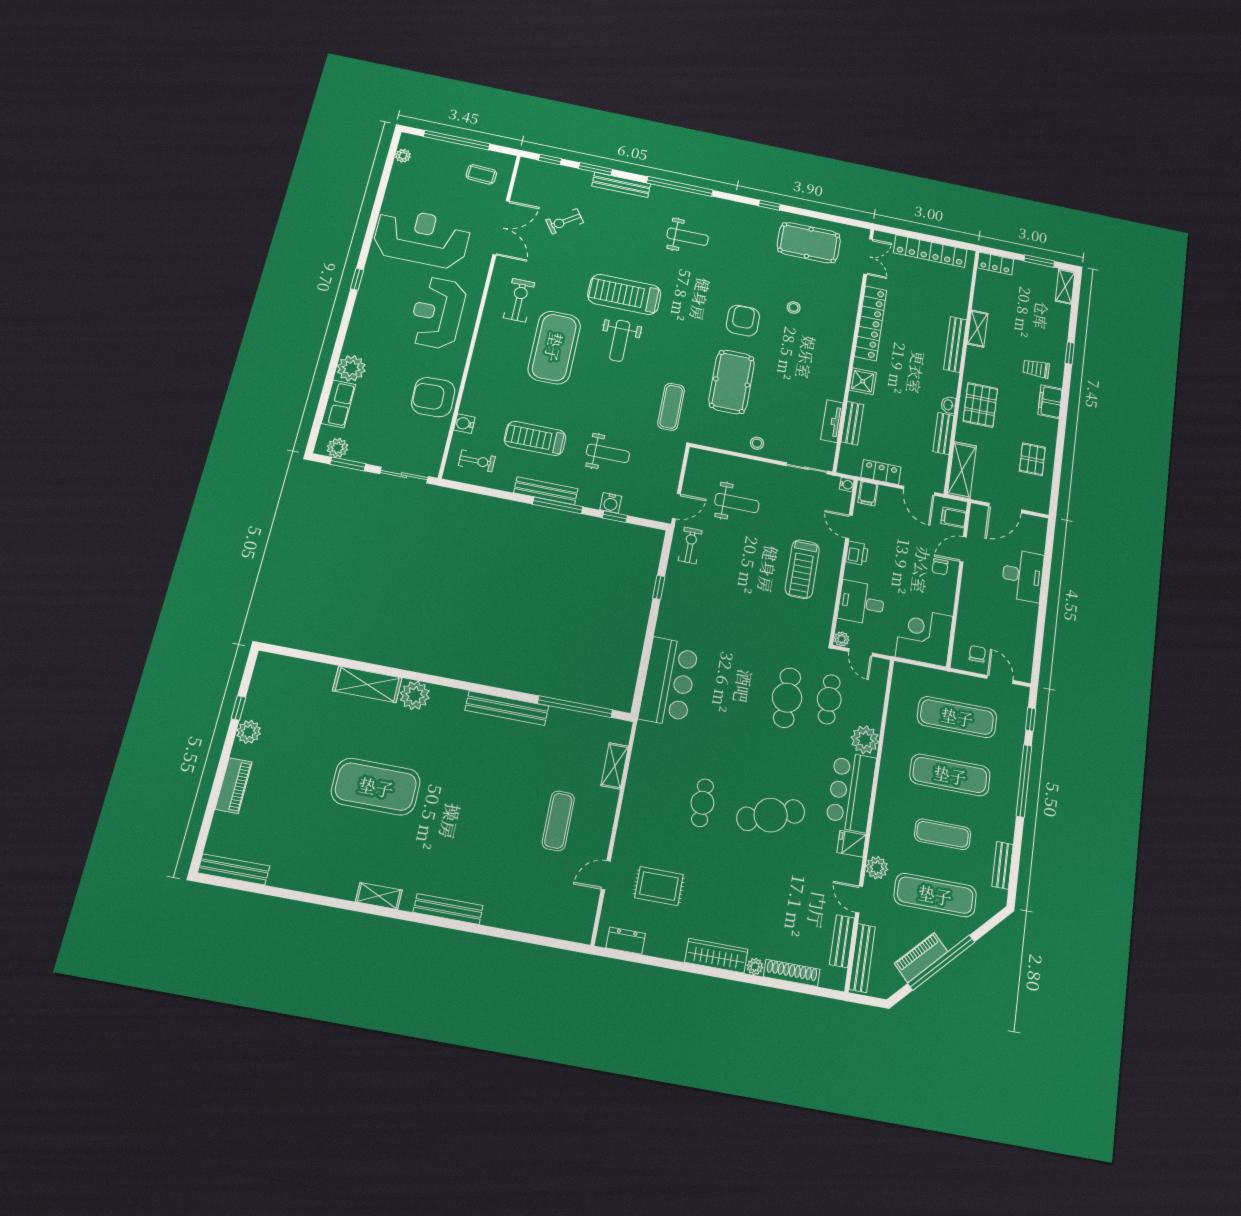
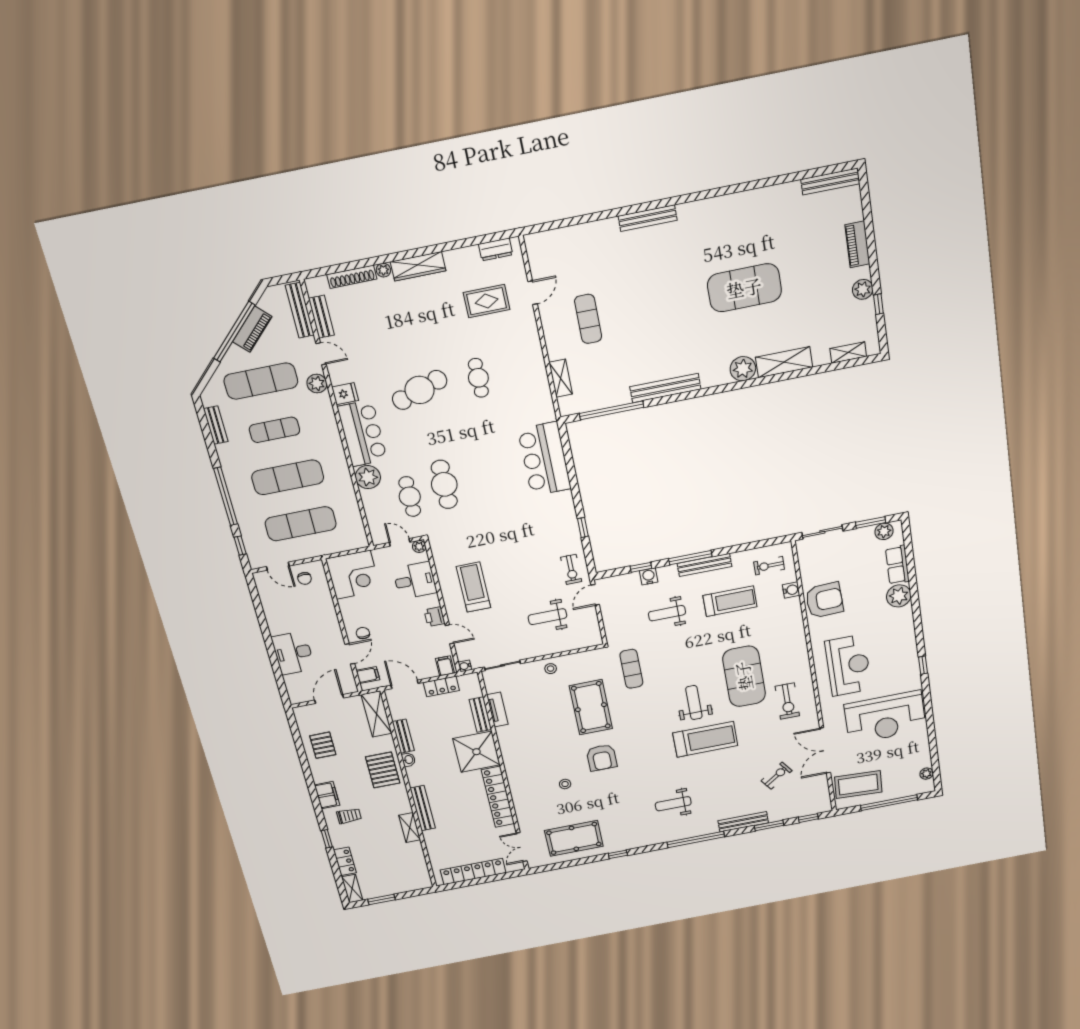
coffee table: (481, 174) -> (858, 785), width x1.86, depth x1.72
locker: (995, 263) -> (345, 861), moved, turned 90
shower: (863, 381) -> (476, 752), width x1.86, depth x1.86
shelving: (379, 896) -> (848, 353), moved

